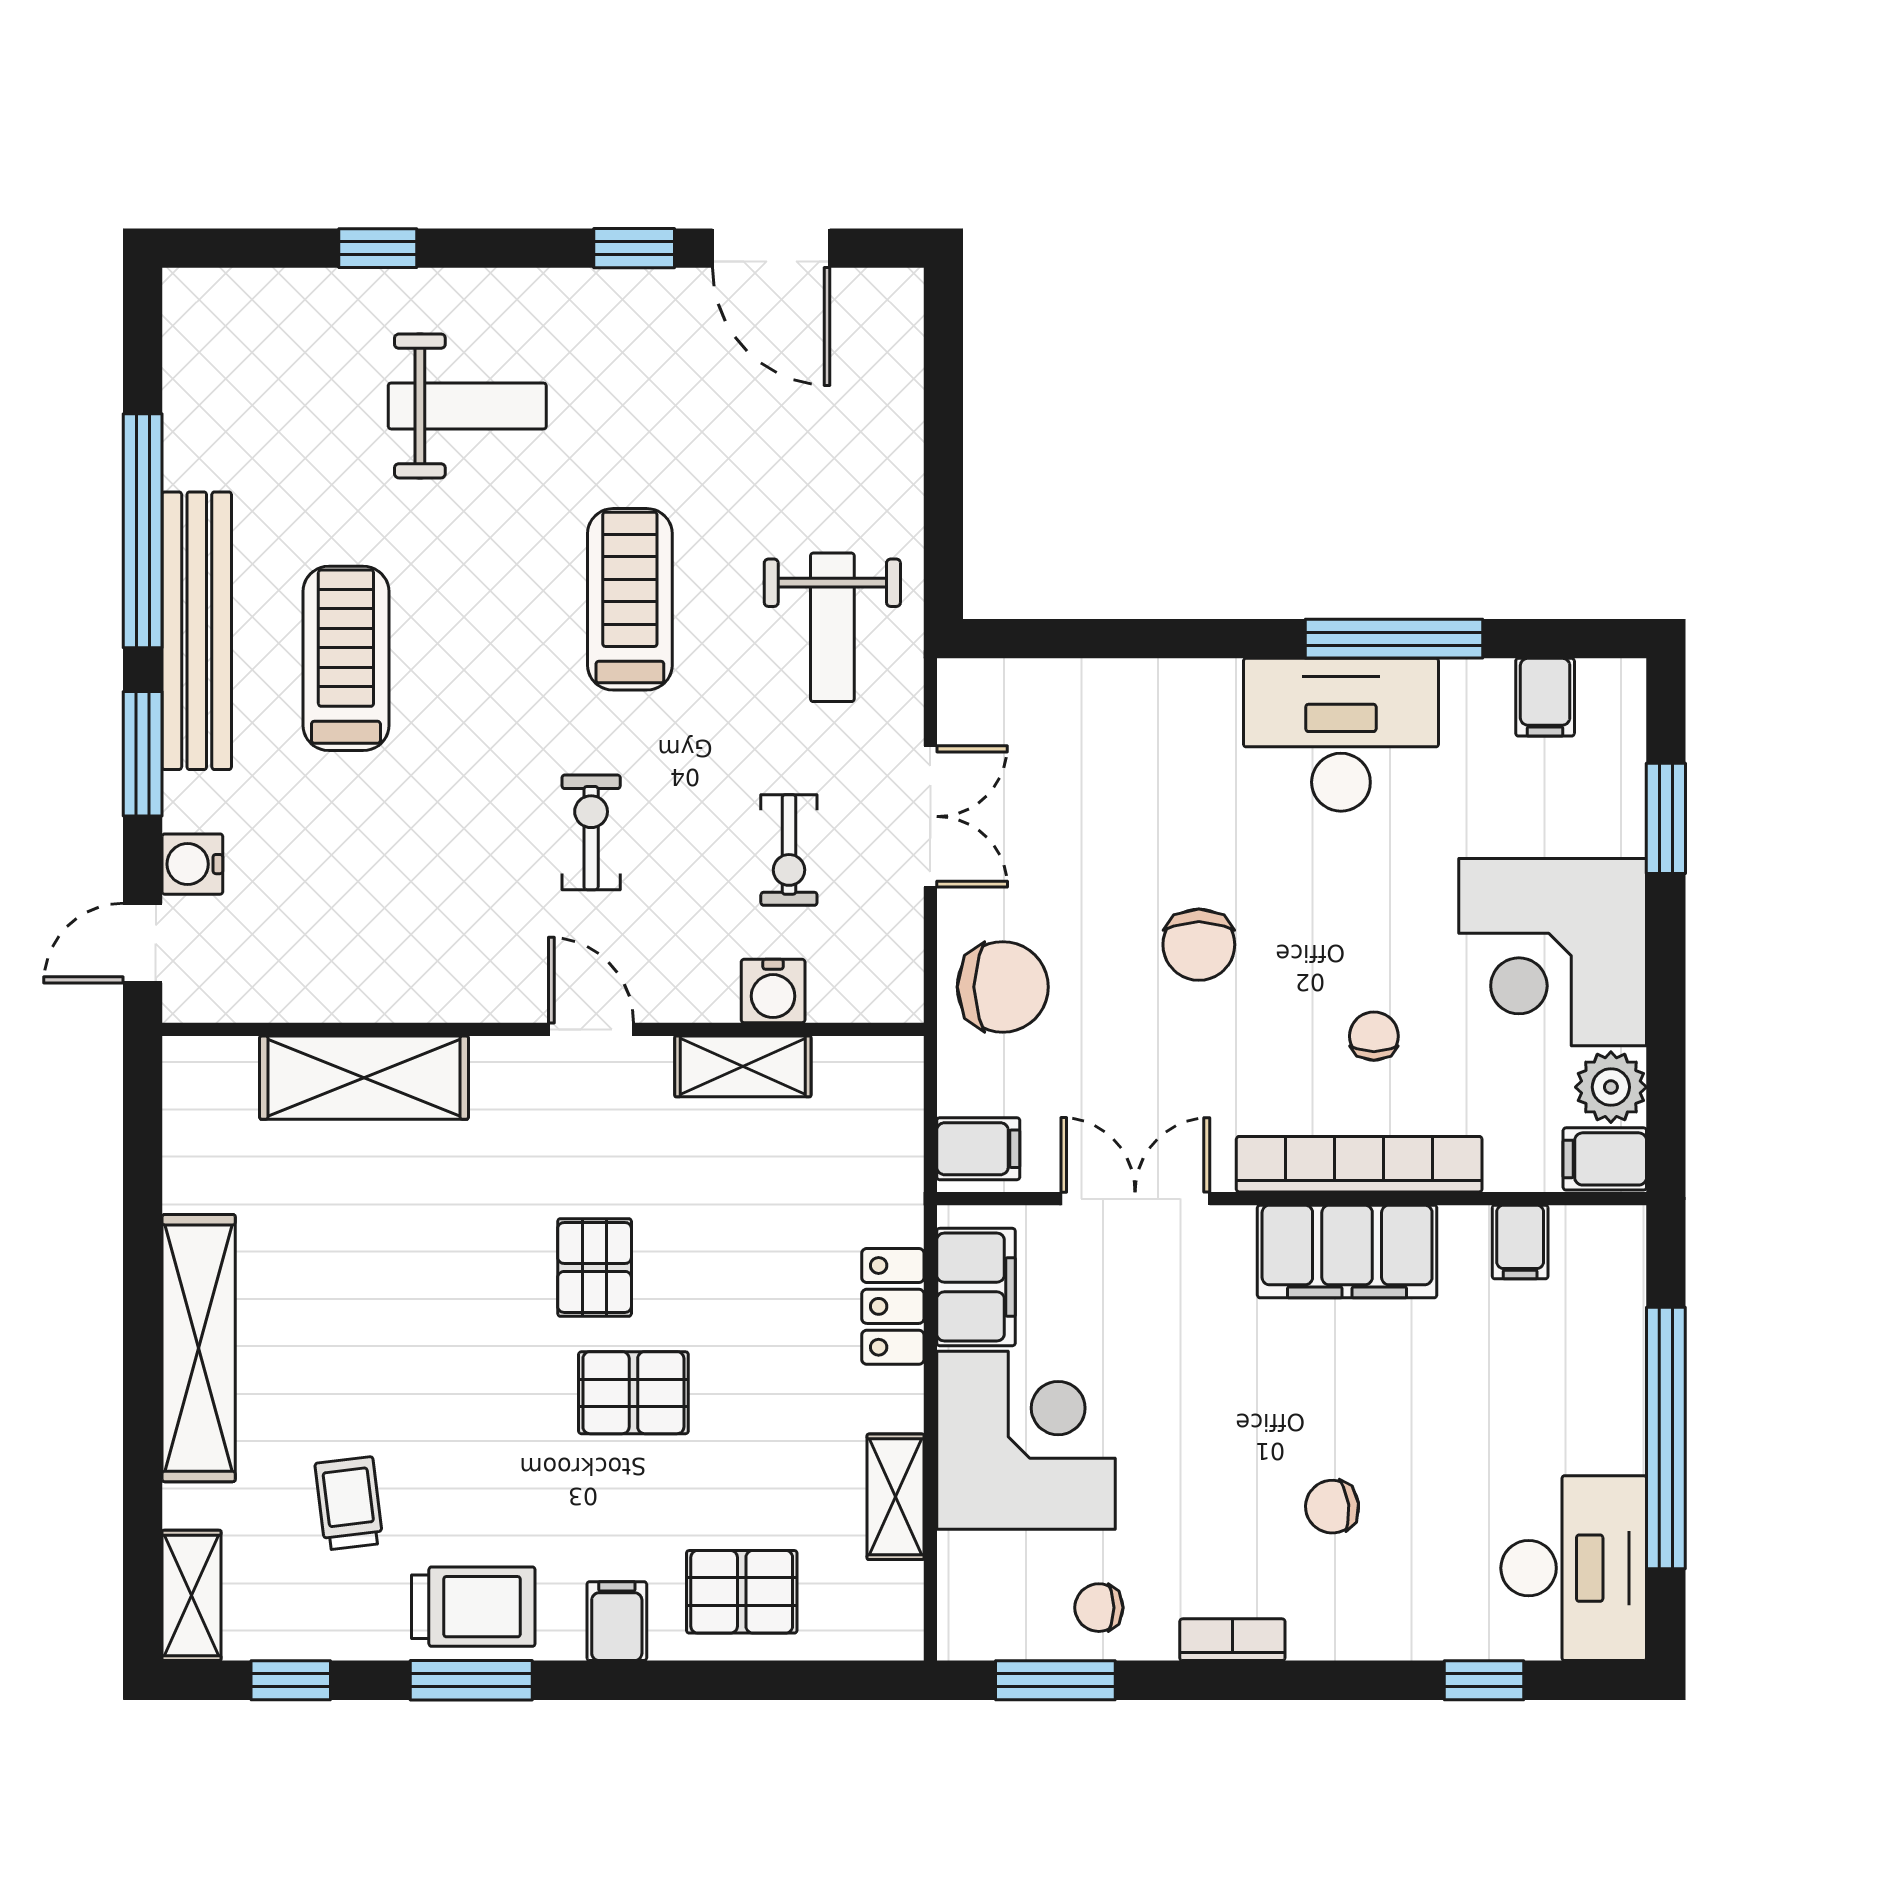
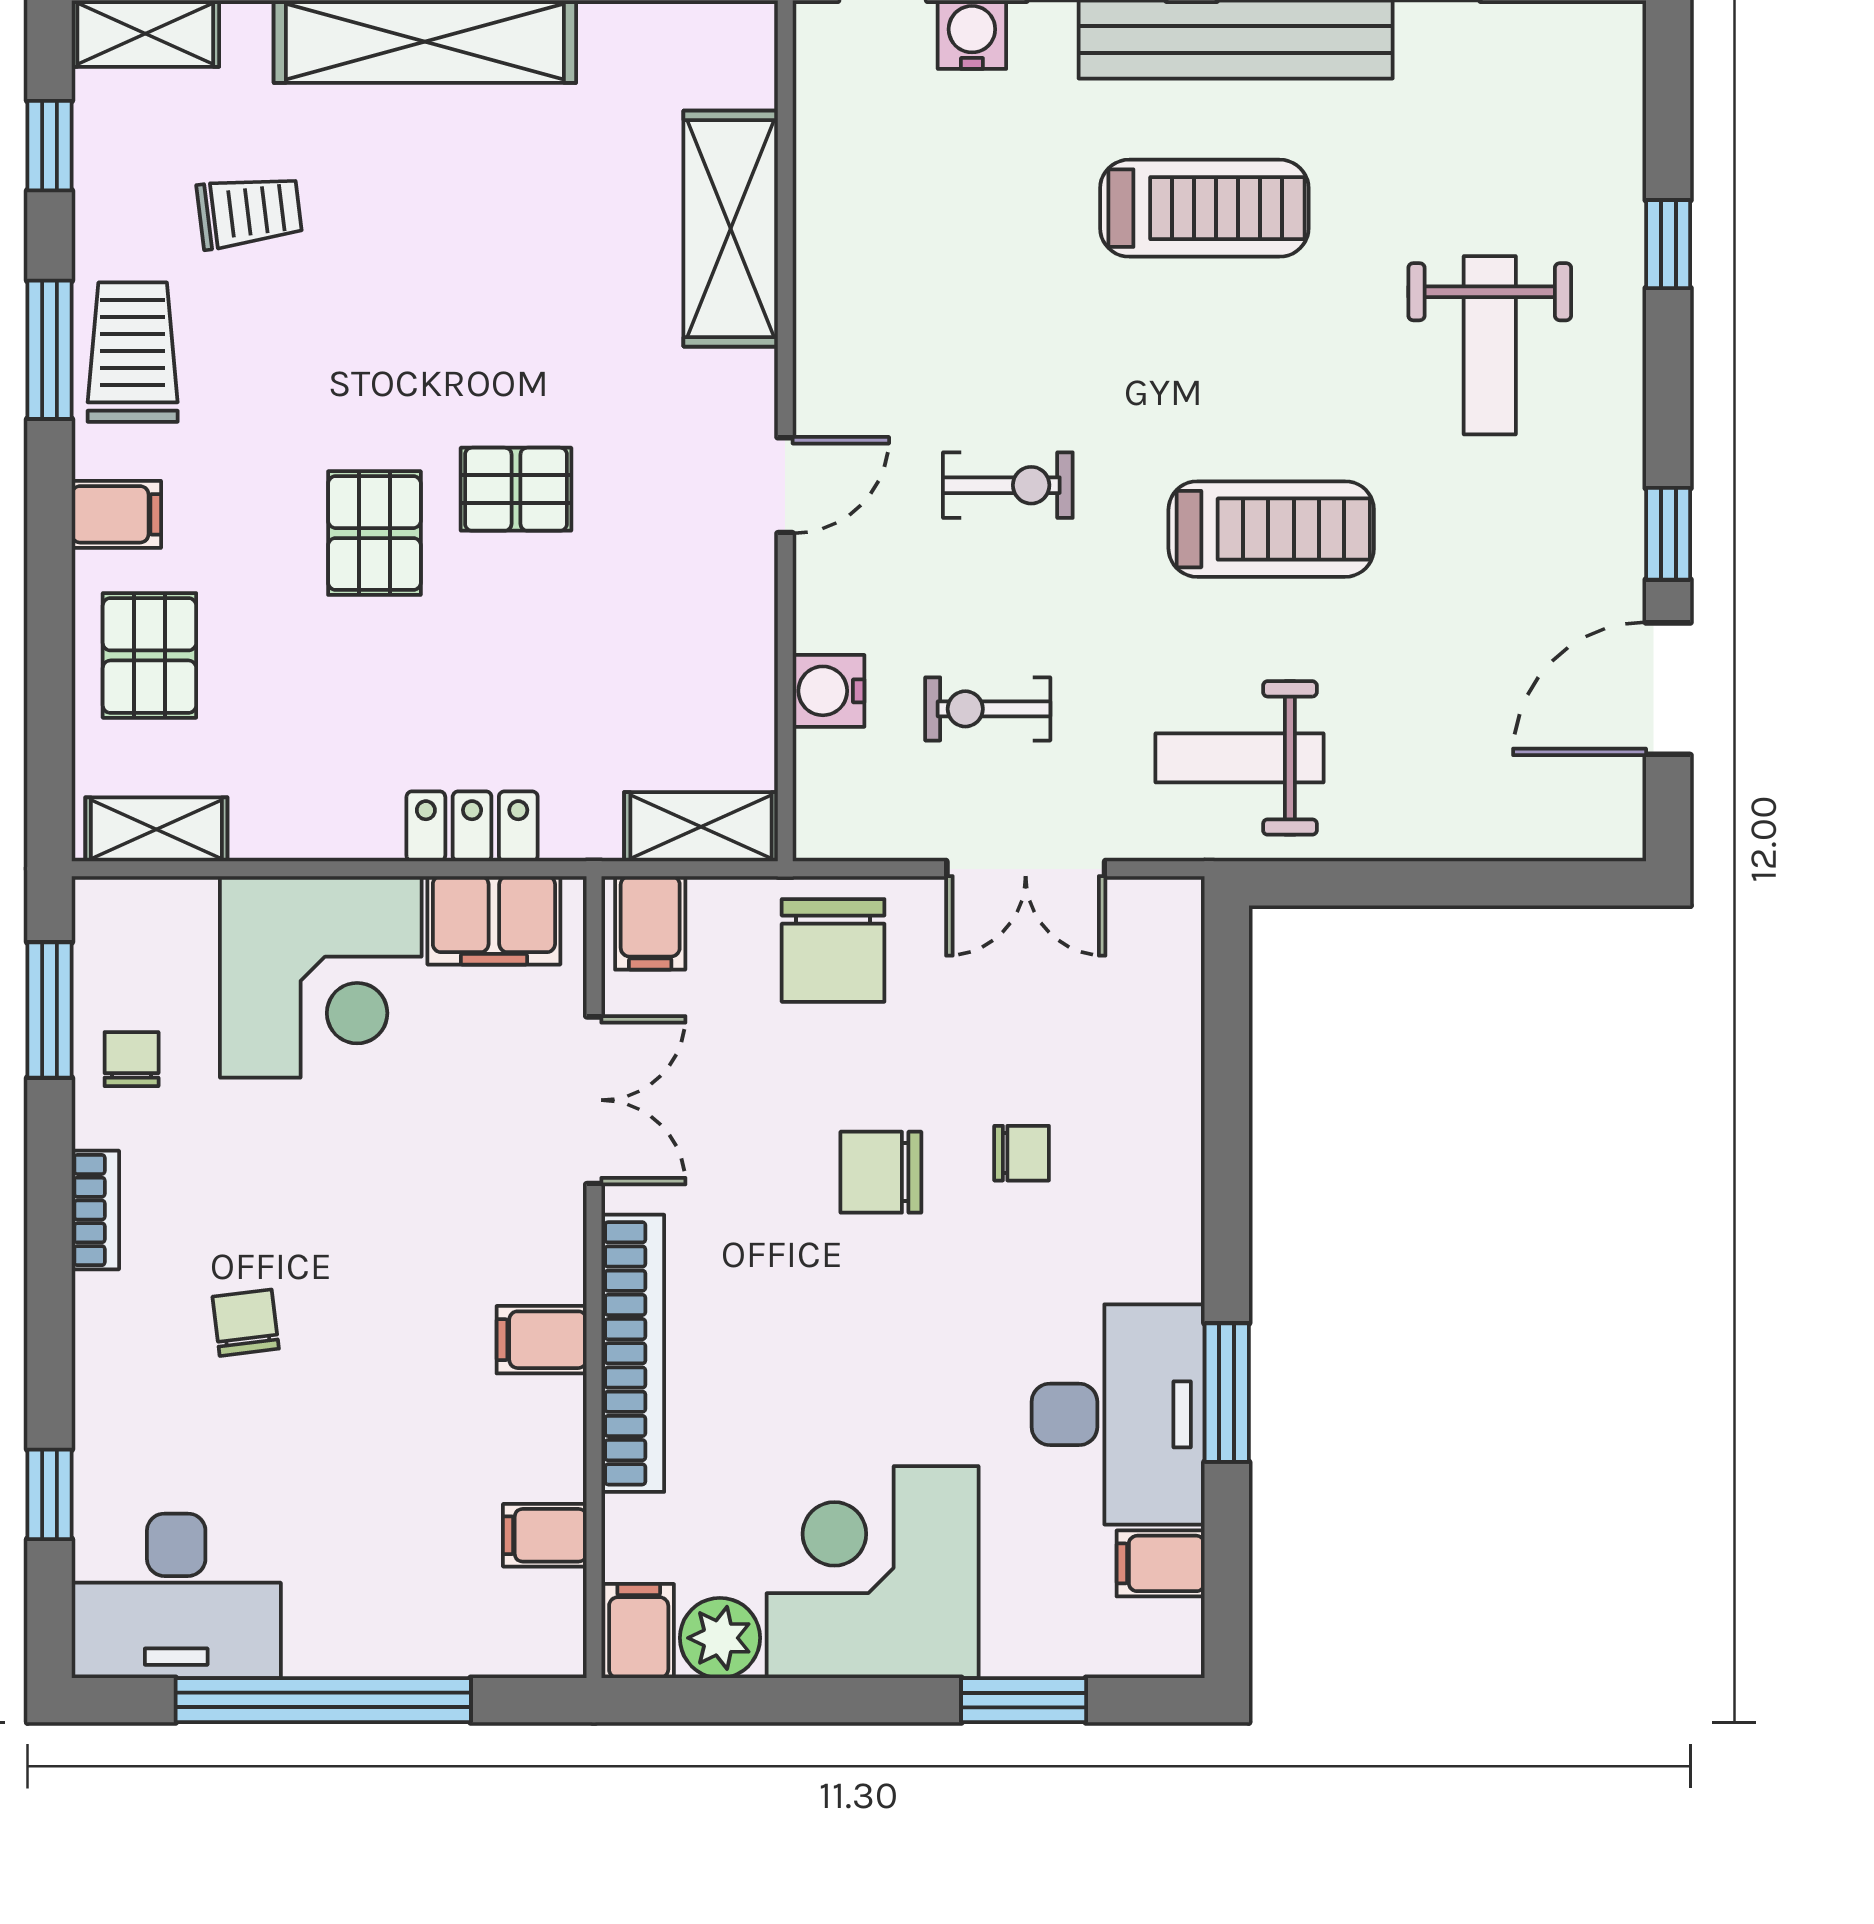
window: (1394, 639) -> (1227, 1393), width x0.69
desk: (1341, 735) -> (1118, 1414), moved
chair: (1374, 1036) -> (1022, 1153), moved
shelving: (743, 1066) -> (701, 827), moved, turned 90
filing cabinet: (1347, 1251) -> (542, 1340), width x0.33, depth x0.86
shelving: (896, 1497) -> (156, 829), moved
trolley: (473, 1607) -> (133, 352), turned 180

